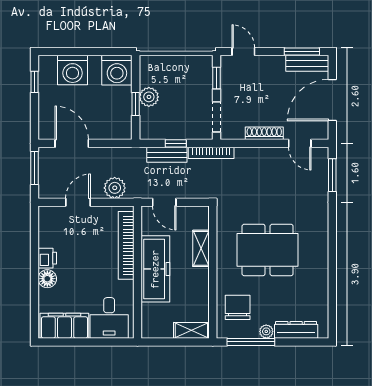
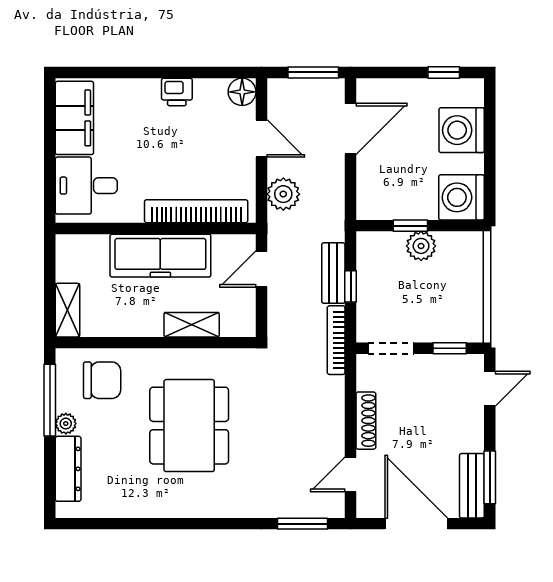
floor lamp: (47, 279) -> (242, 92), moved

